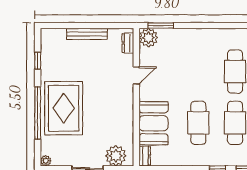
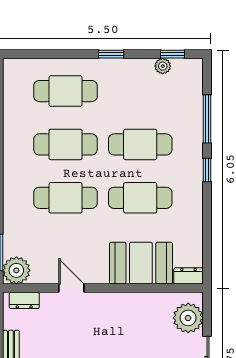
cafe table: (198, 71) -> (66, 198), added

